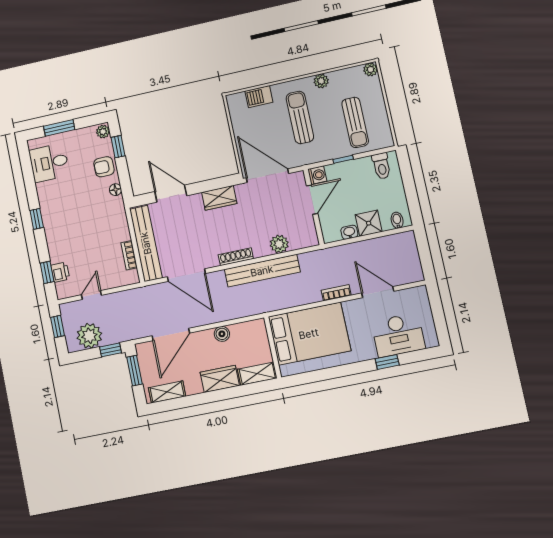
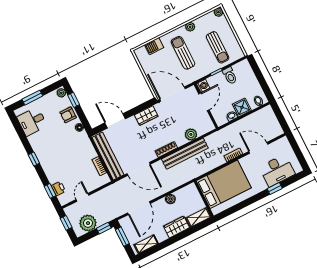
toilet: (381, 166) -> (230, 76), moved

